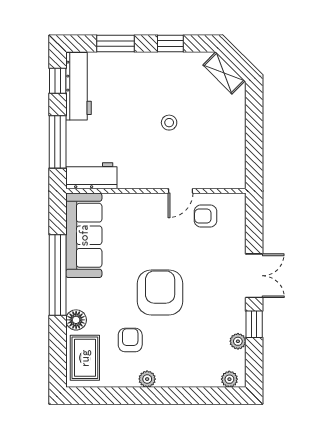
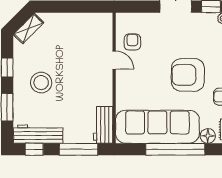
stool: (169, 123) -> (41, 82), moved, width x1.89, depth x1.89
armchair: (205, 216) -> (132, 42), turned 180
sofa: (84, 235) -> (157, 127), width x1.36, depth x1.27

